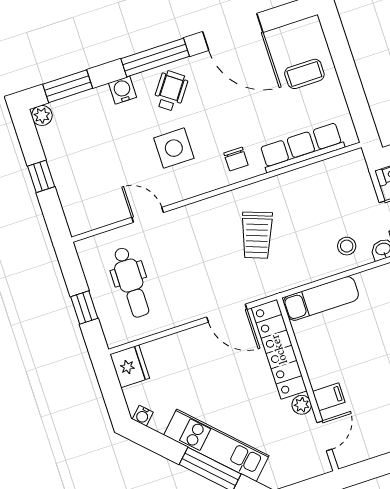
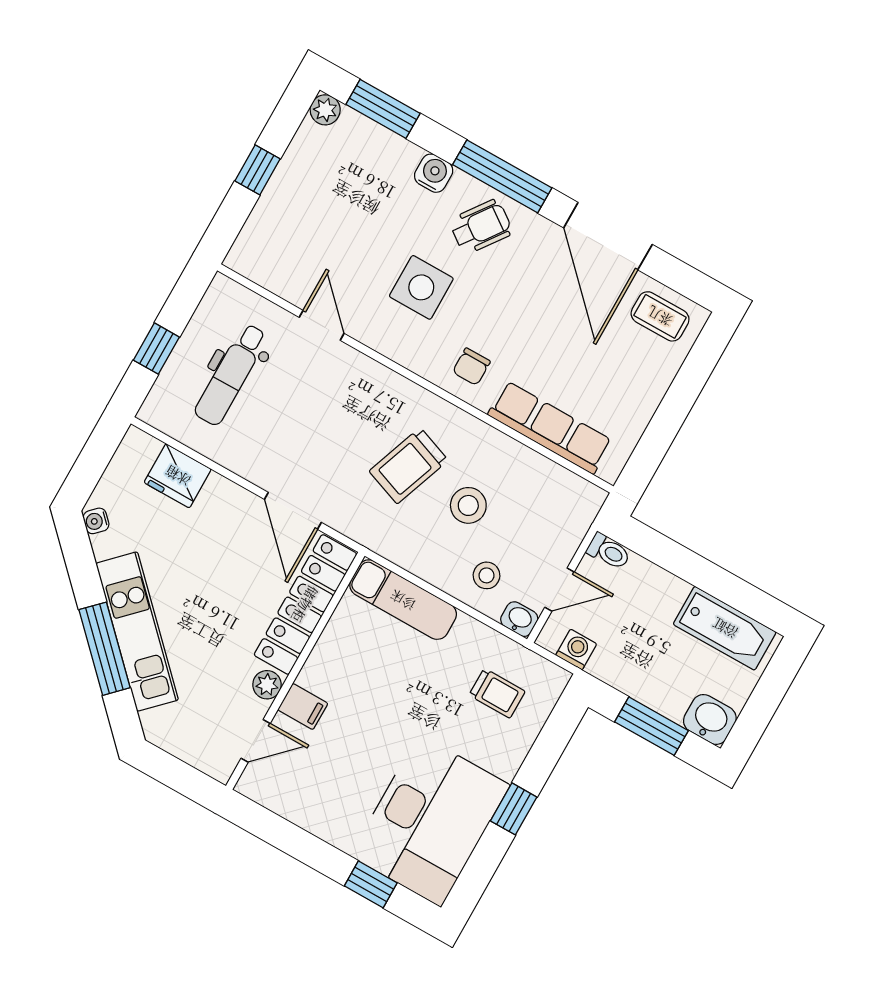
coffee table: (304, 74) -> (660, 316), moved
stool: (304, 223) -> (468, 505), added
fridge: (130, 366) -> (178, 476), moved, turned 90

